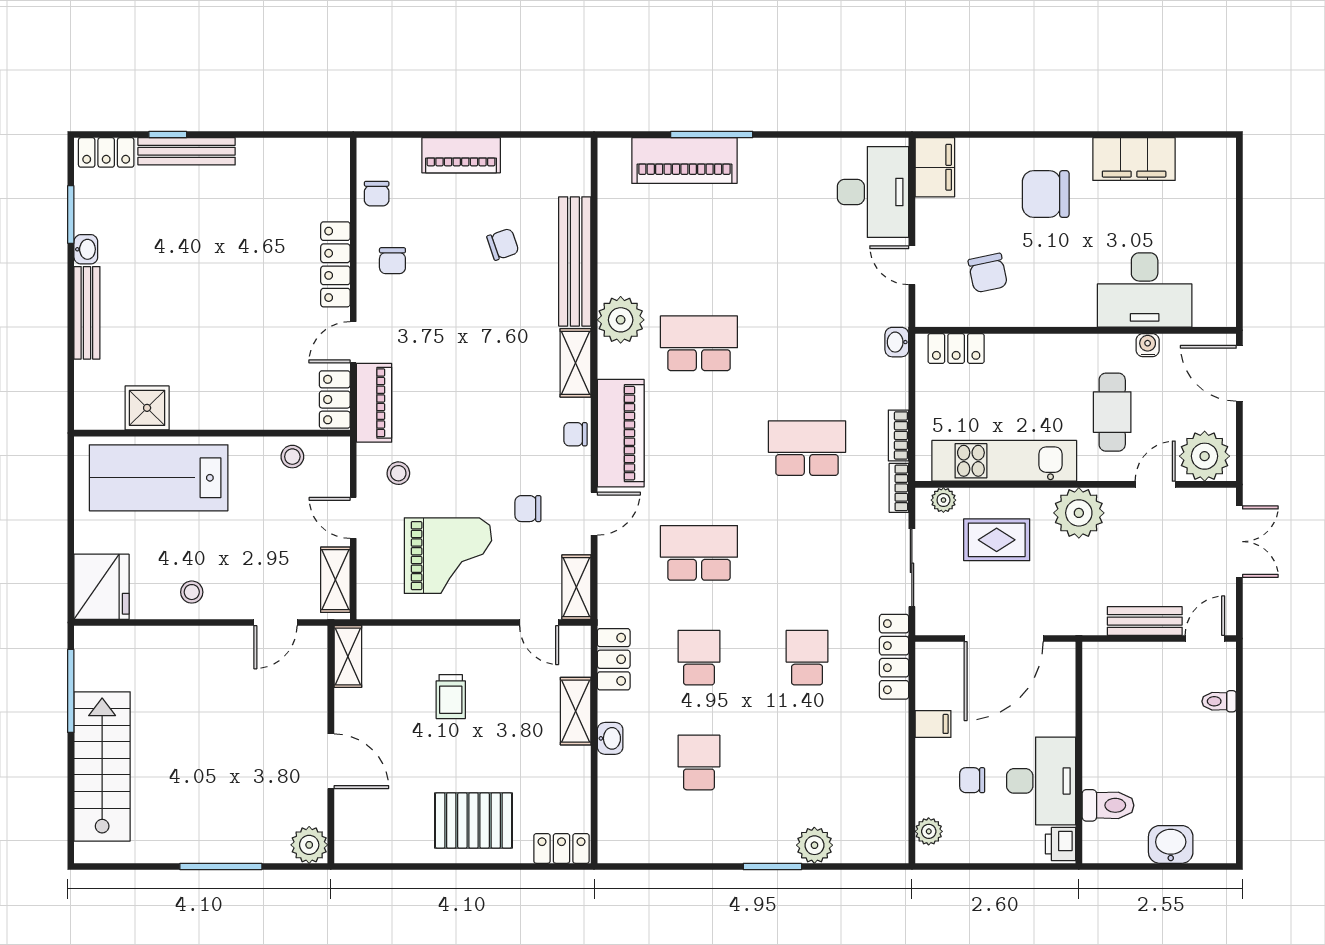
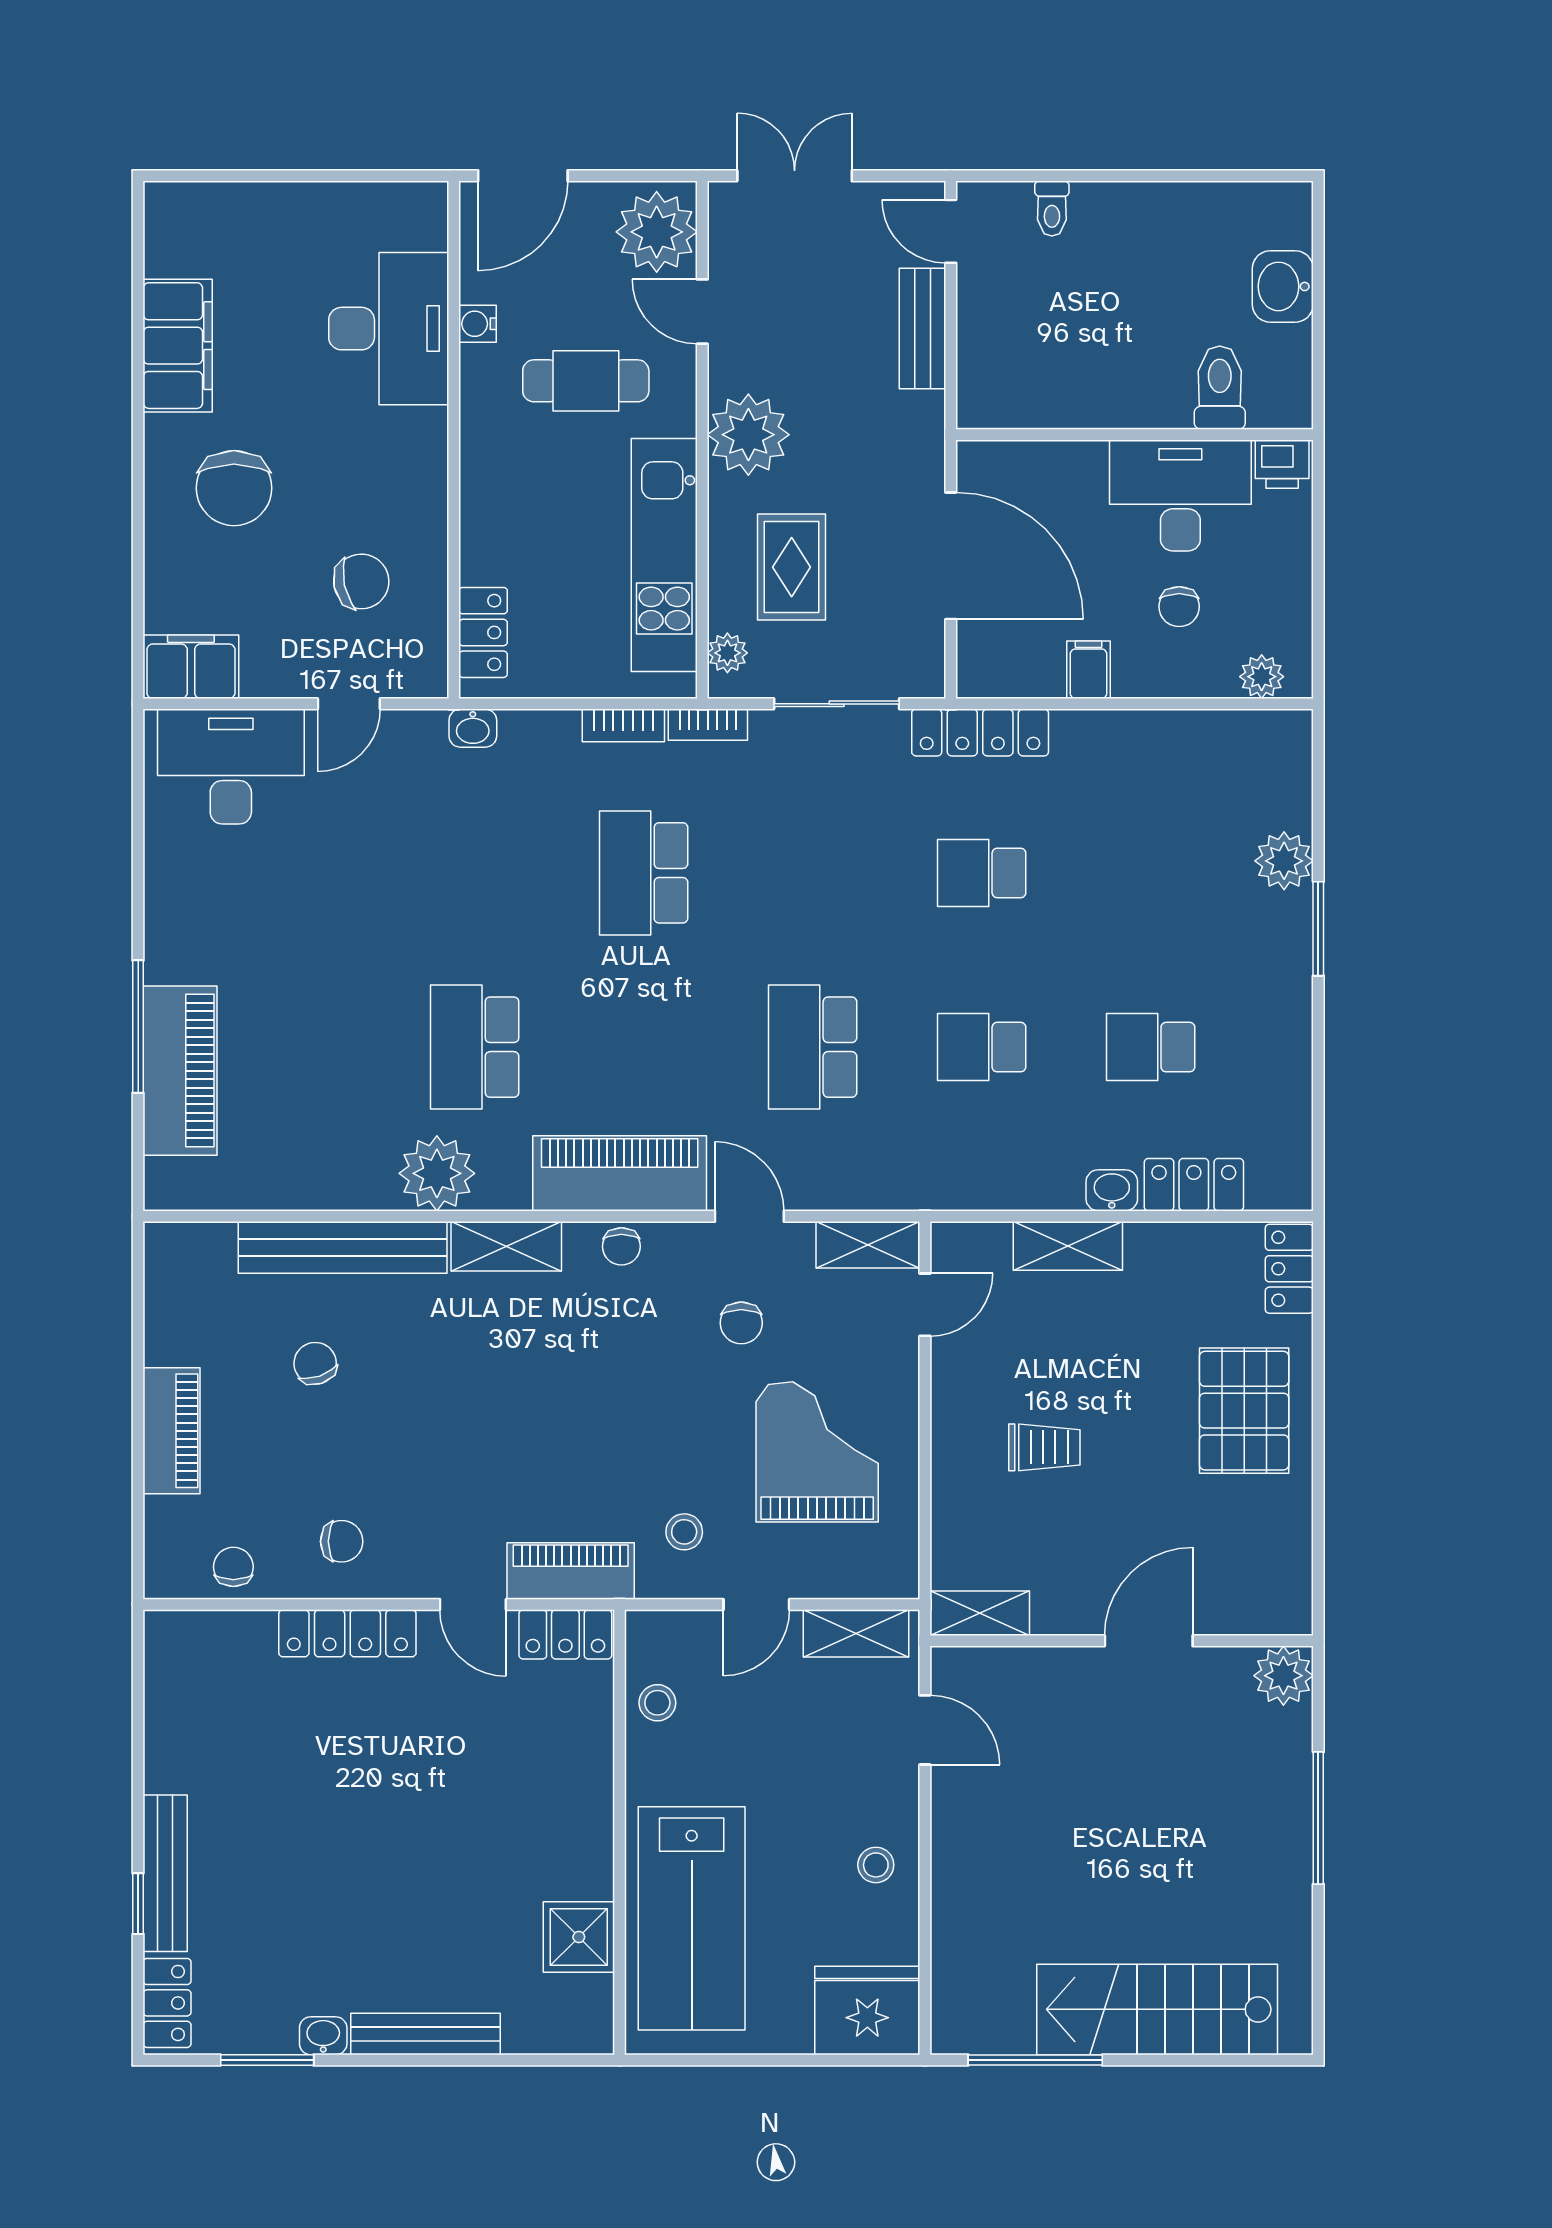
chair: (377, 194) -> (233, 1567), turned -90
locker: (614, 659) -> (1194, 1185), moved

